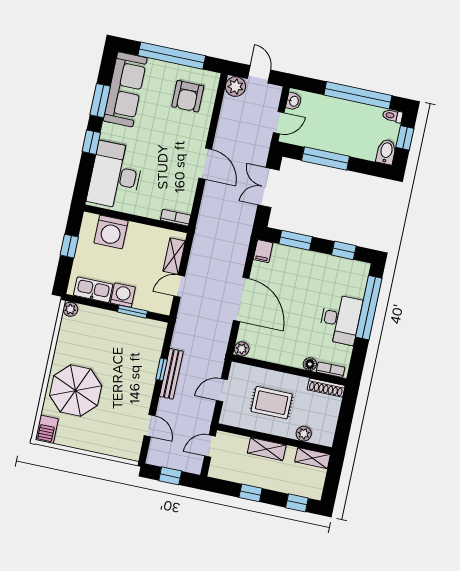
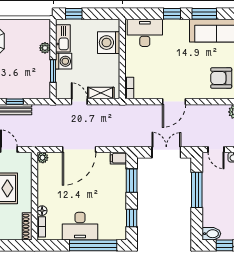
desk: (115, 175) -> (145, 33), width x0.73, depth x0.77
window: (69, 246) -> (74, 14), moved
plant: (70, 309) -> (45, 48), moved

